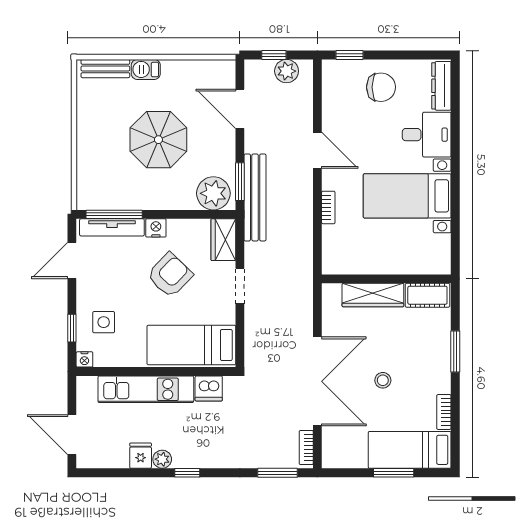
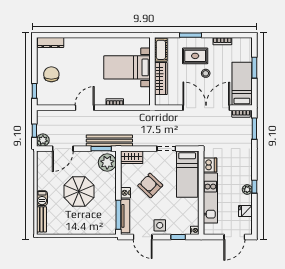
plant: (287, 71) -> (43, 140), moved
desk: (427, 135) -> (76, 50), removed
bed with nightstands: (407, 196) -> (127, 67), moved, turned 90
doorway: (240, 286) -> (166, 149), moved
side table: (104, 322) -> (160, 225), moved
rug: (416, 360) -> (195, 56), added
bed: (410, 450) -> (242, 84), moved, turned 180
fridge: (141, 456) -> (245, 211), moved
window: (187, 473) -> (254, 187), moved

